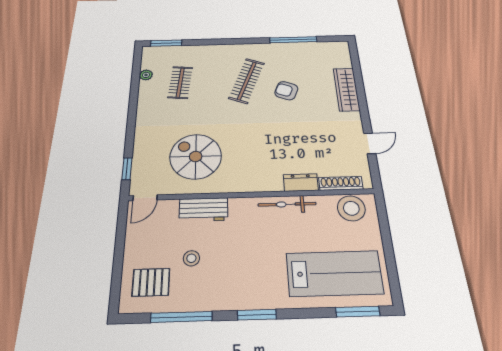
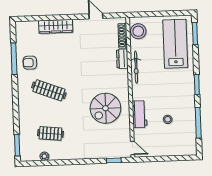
armchair: (286, 91) -> (30, 63), moved, turned 68
spiral stairs: (196, 156) -> (105, 108), moved
pallet: (151, 282) -> (181, 140), removed

